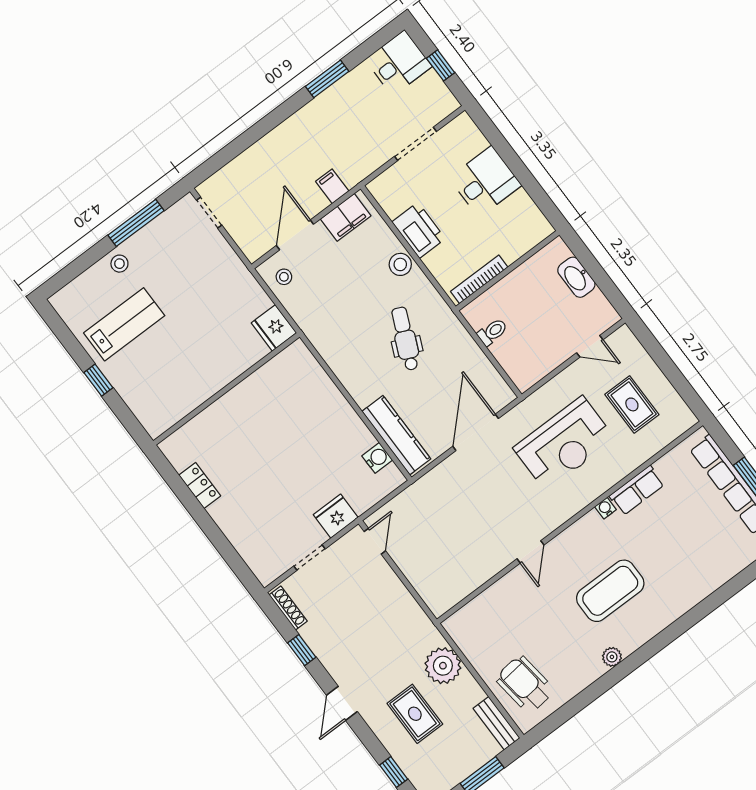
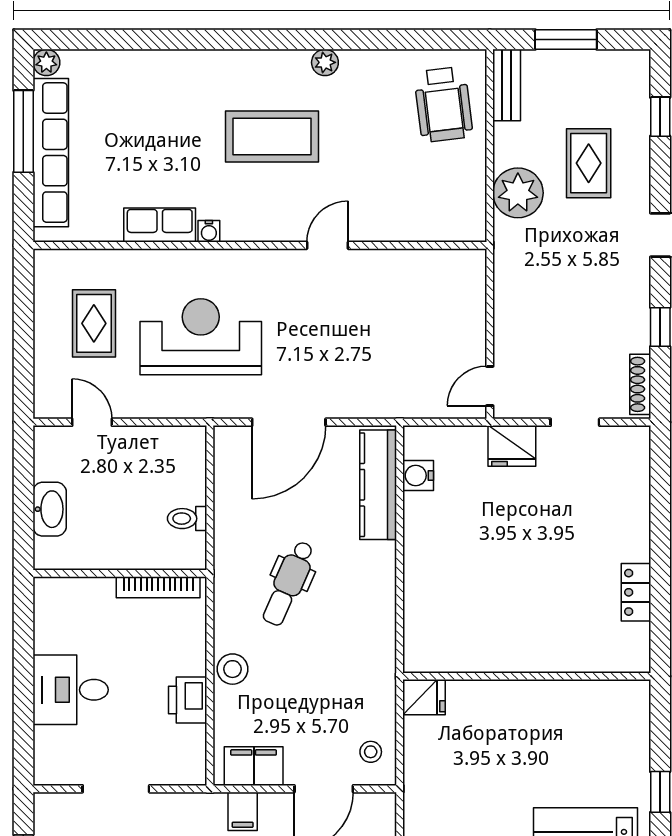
printer: (419, 230) -> (188, 700), width x0.73, depth x0.84
fridge: (274, 328) -> (424, 697), width x0.72

